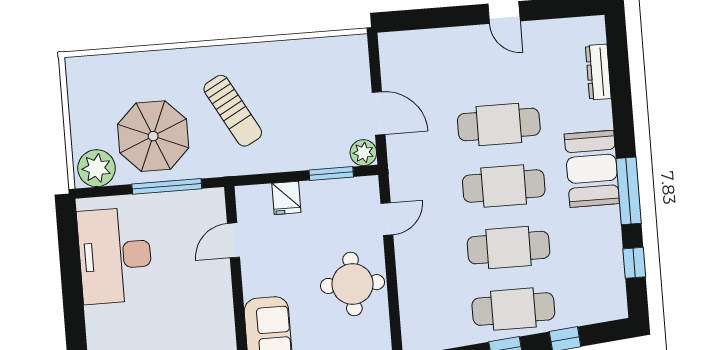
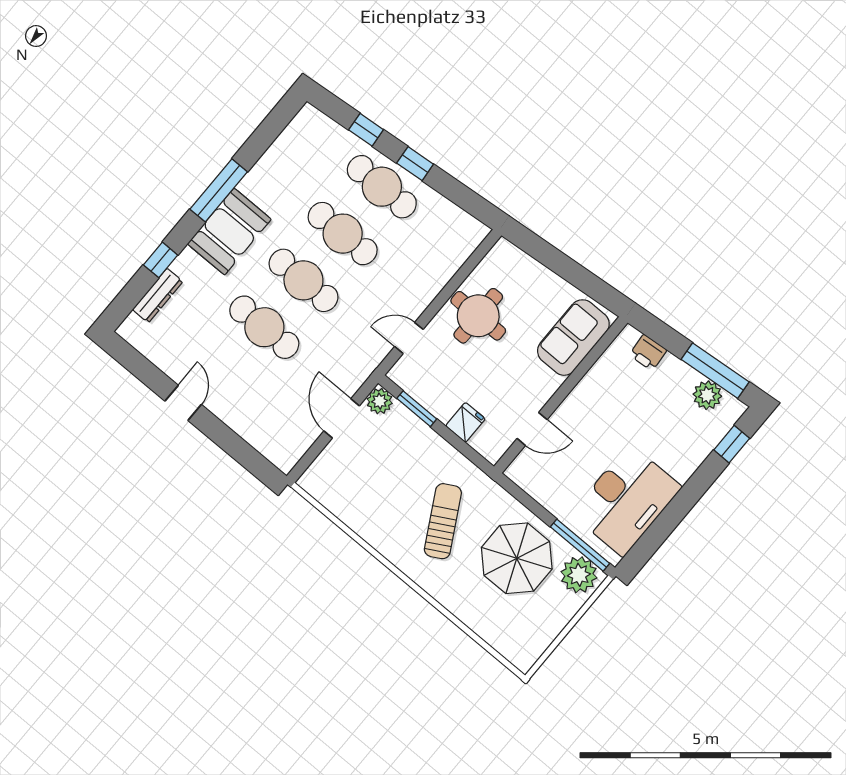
window: (167, 186) -> (580, 545), moved
window: (634, 263) -> (161, 260), moved

